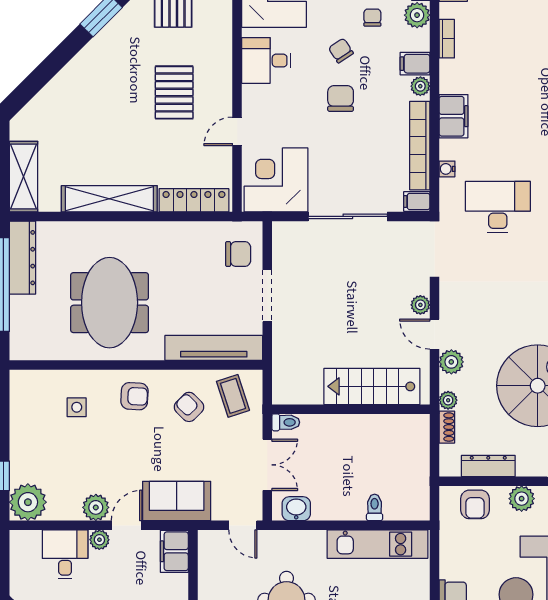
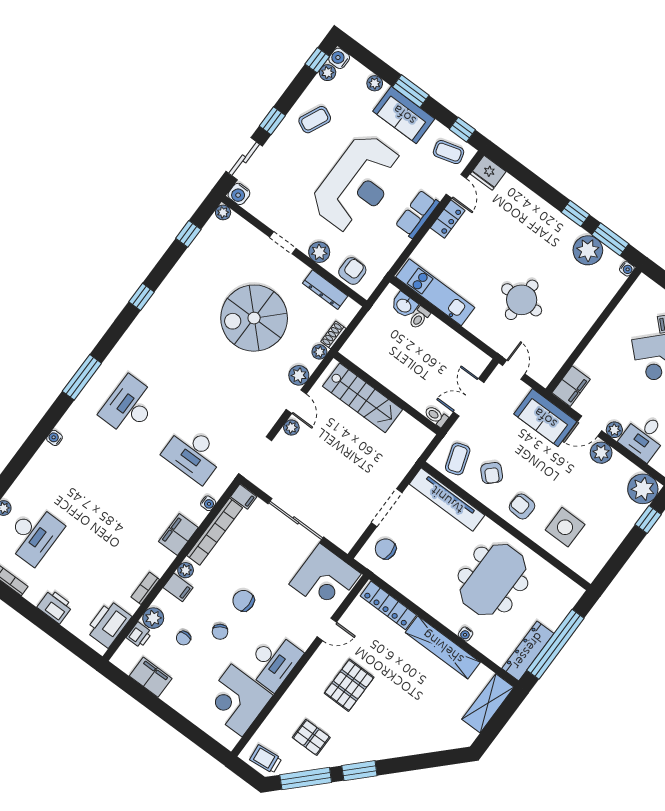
desk: (266, 61) -> (273, 661), width x1.37
chair: (341, 98) -> (243, 601), turned 90
water cooler: (97, 229) -> (466, 634), added
side table: (77, 407) -> (565, 527), width x1.87, depth x1.87
washbasin: (296, 509) -> (404, 305), moved

